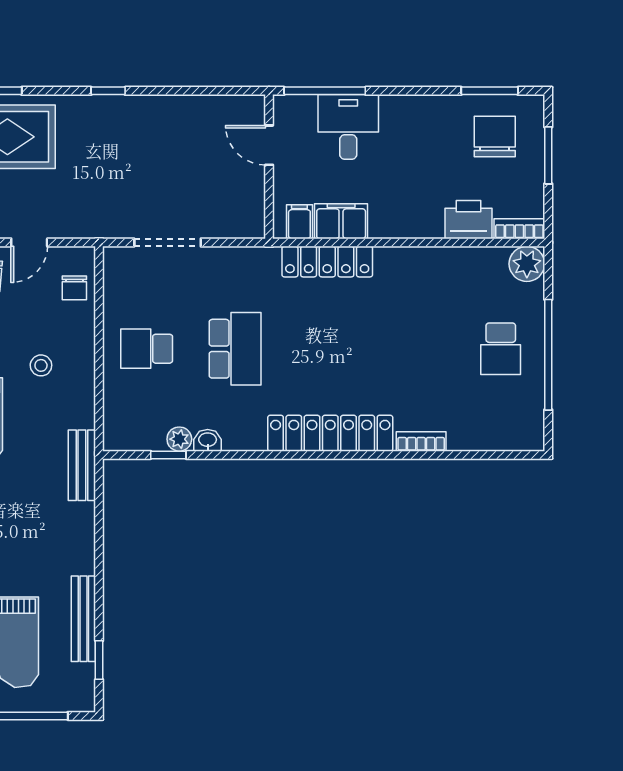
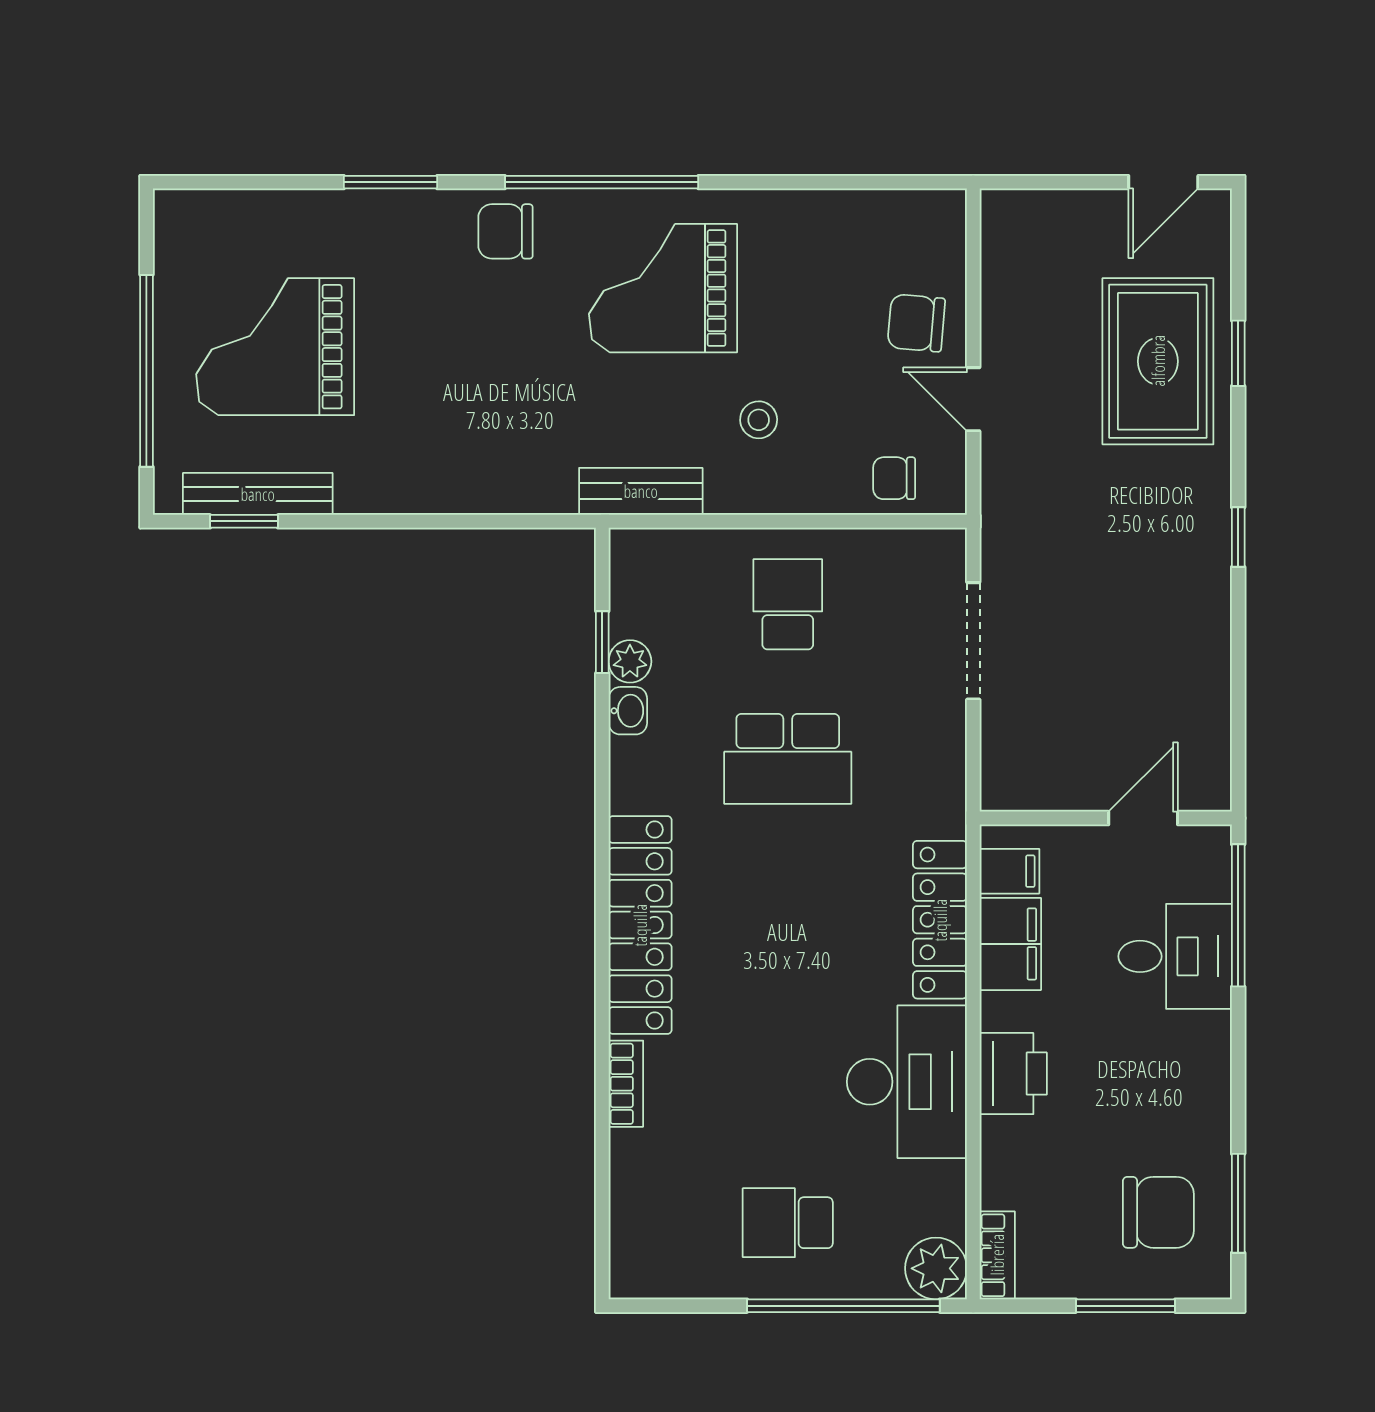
printer: (468, 220) -> (1013, 1074), moved
desk: (420, 281) -> (907, 1082), added
window: (548, 355) -> (843, 1306), moved
bench: (82, 465) -> (641, 491), moved
bench: (83, 619) -> (258, 494), moved

